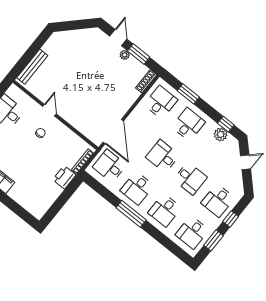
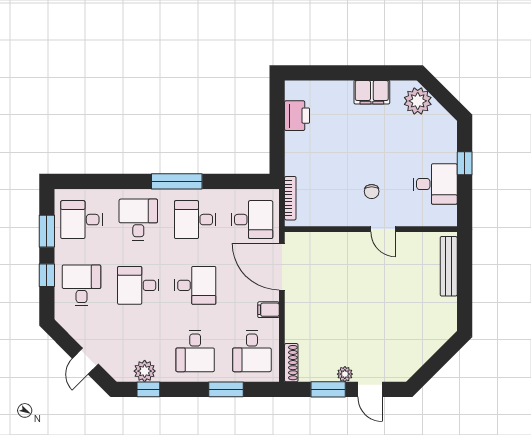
filing cabinet: (137, 116) -> (268, 310), added
printer: (64, 177) -> (297, 116), moved
desk: (137, 188) -> (195, 220), turned -90
desk: (192, 232) -> (82, 220), turned -90

